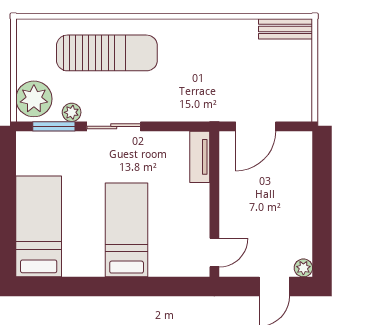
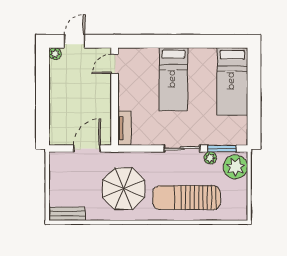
parasol: (201, 66) -> (124, 189), added

